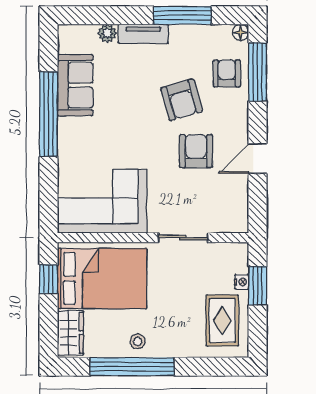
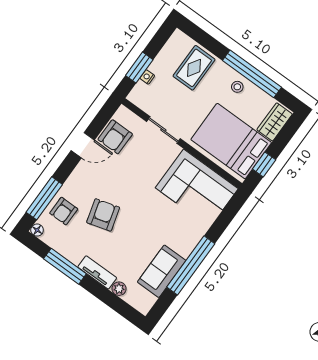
armchair: (196, 151) -> (115, 137), moved
rug: (222, 320) -> (194, 68), moved

